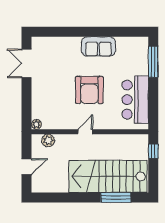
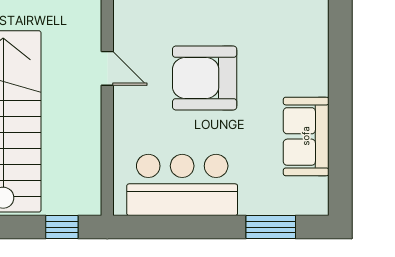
sofa: (98, 46) -> (306, 136), moved
window: (153, 62) -> (271, 227), width x0.69

